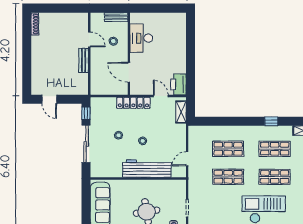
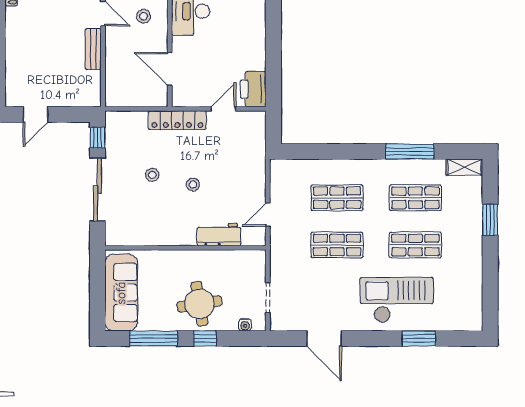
door: (161, 96) -> (223, 109), hinge flipped
door: (49, 99) -> (36, 114), hinge flipped
shelving: (181, 112) -> (258, 136), removed
window: (271, 121) -> (410, 151), width x2.17
workbench: (147, 169) -> (219, 235), width x0.53, depth x0.76

